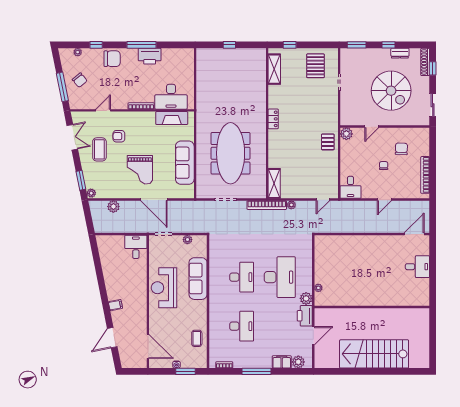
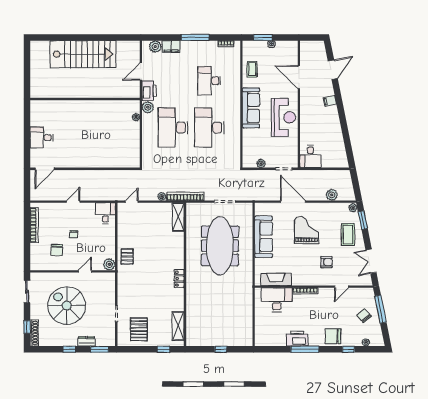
dresser: (400, 53) -> (86, 341), moved
coffee table: (99, 149) -> (348, 235), moved
desk: (242, 277) -> (209, 128), width x1.36, depth x1.30
sofa: (198, 279) -> (251, 108), moved
door: (148, 346) -> (299, 77), moved

